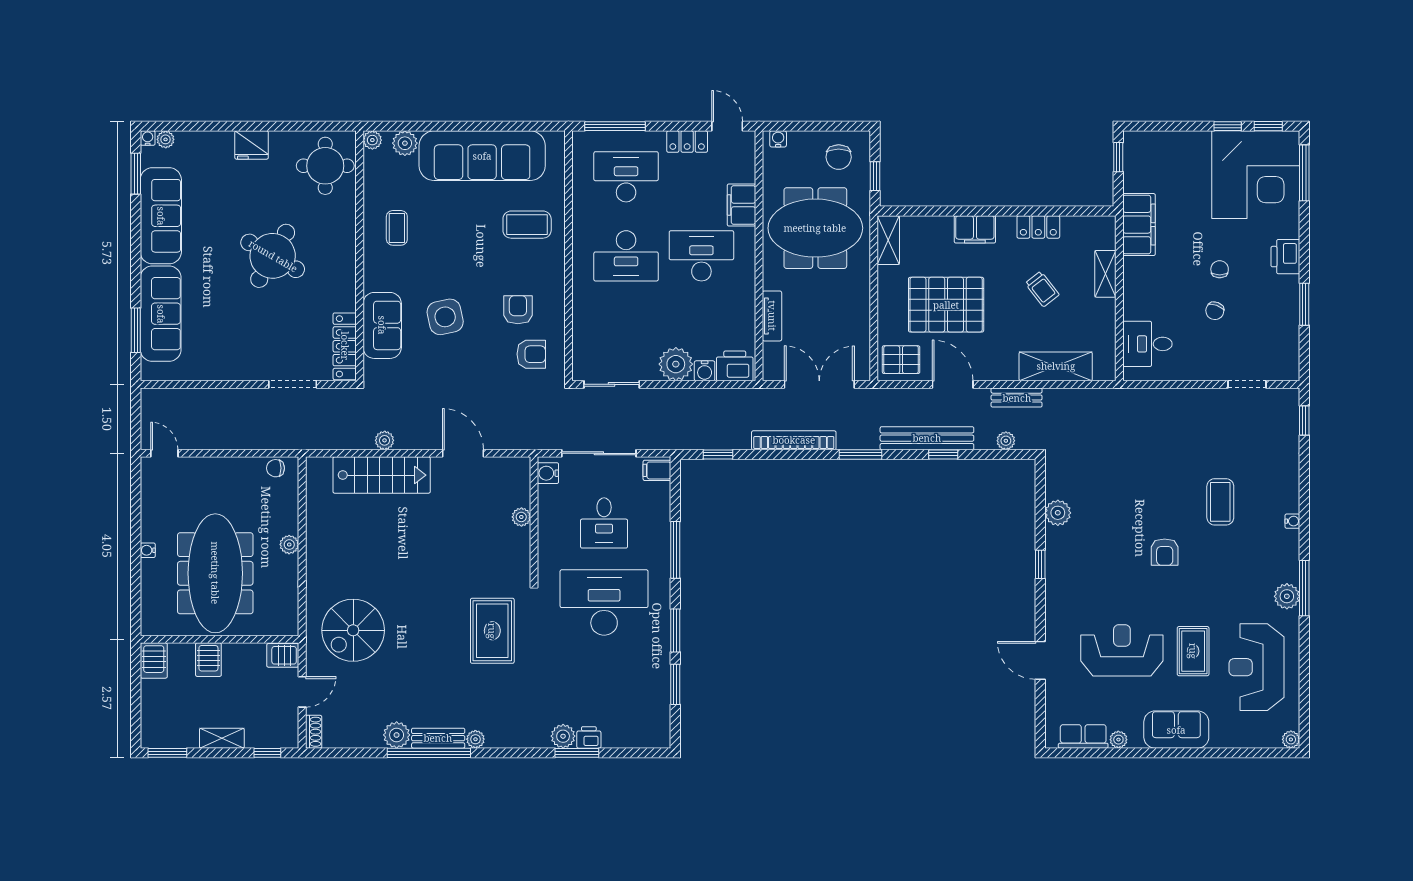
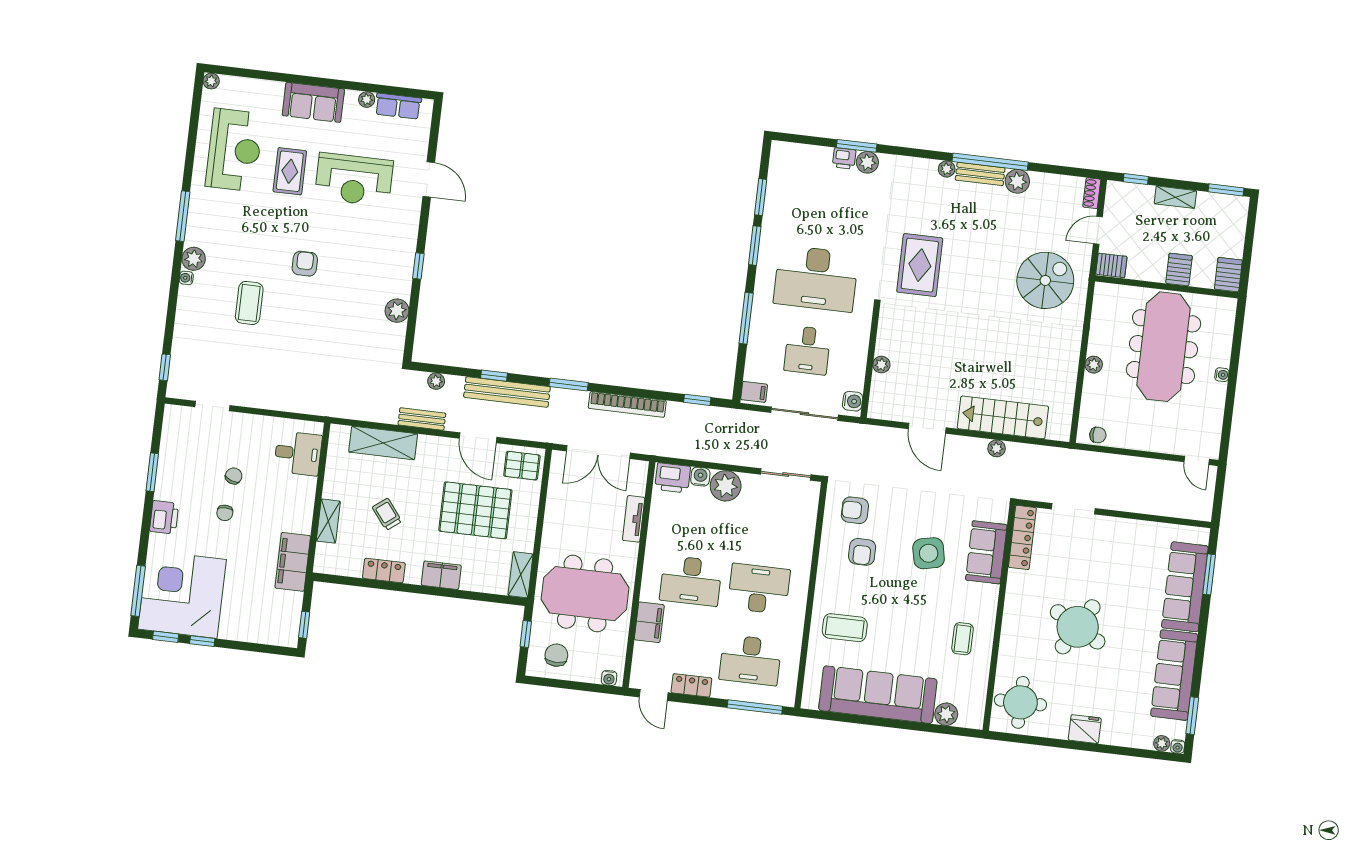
plant: (372, 140) -> (975, 721), removed
desk: (604, 523) -> (807, 350), turned 180
plant: (1287, 596) -> (194, 259), moved

